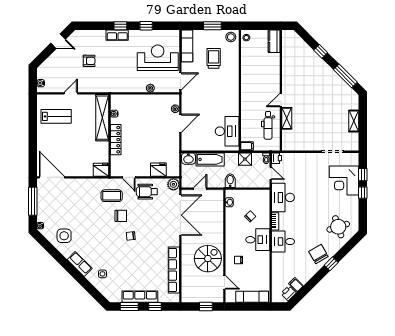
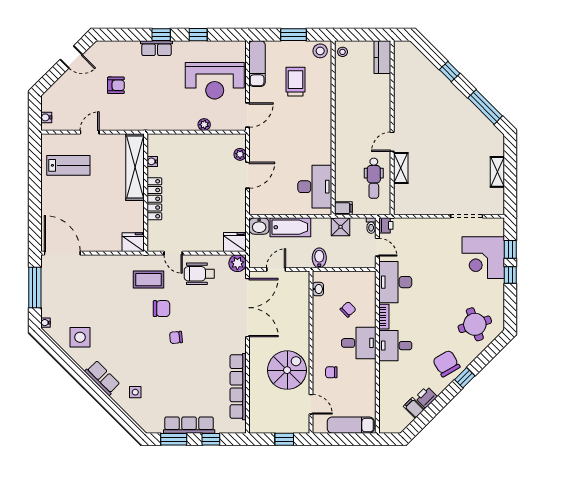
reception desk: (158, 58) -> (215, 81), turned 180
fridge: (158, 170) -> (235, 242), moved
printer: (288, 293) -> (426, 397), moved

